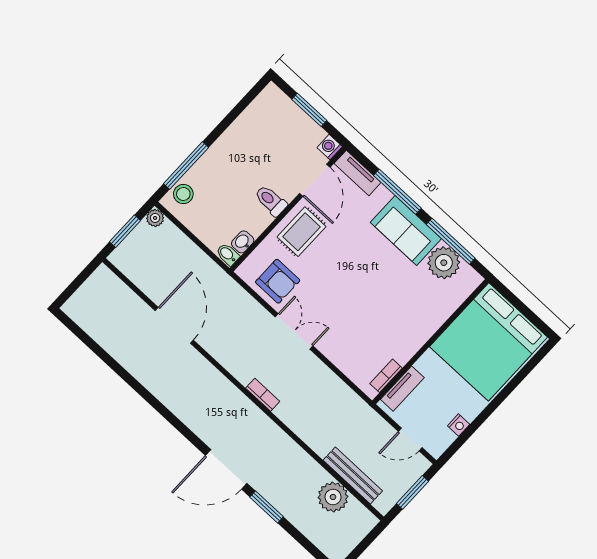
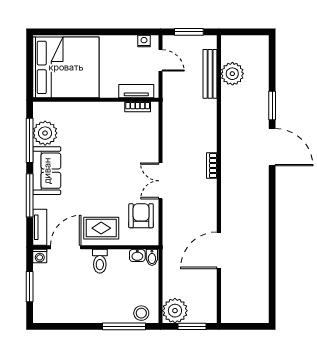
plant: (155, 218) -> (175, 311), width x1.88, depth x1.88
nightstand: (459, 425) -> (144, 41), moved

